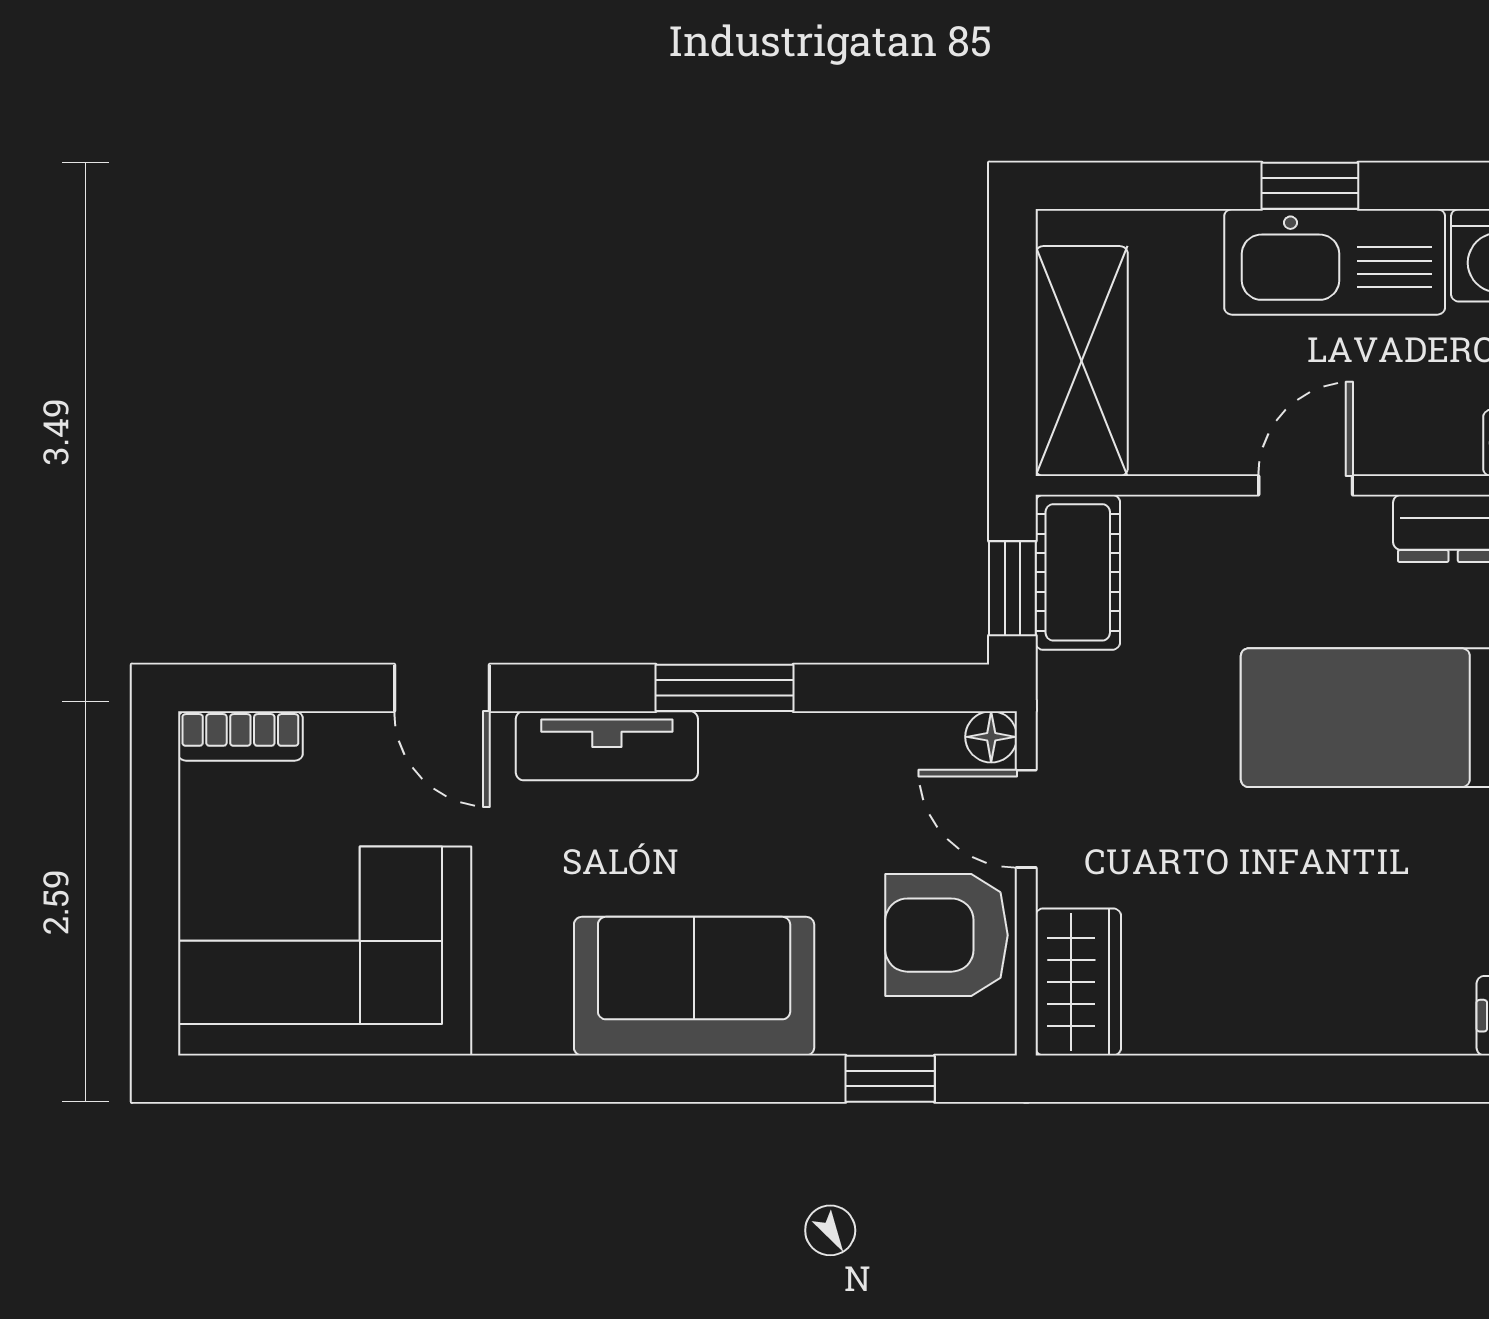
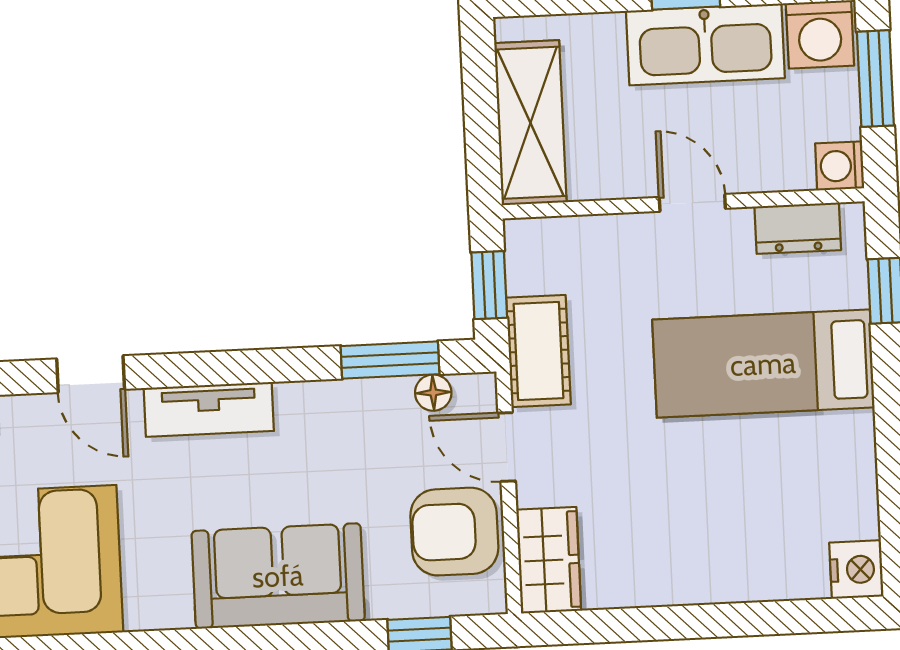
door: (1306, 485) -> (692, 203), hinge flipped
cot: (1078, 572) -> (538, 351), moved
window: (725, 688) -> (390, 360), moved
floor lamp: (991, 737) -> (433, 393), moved

